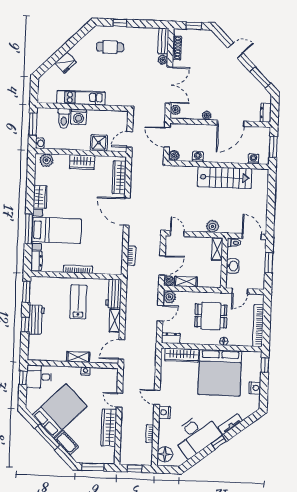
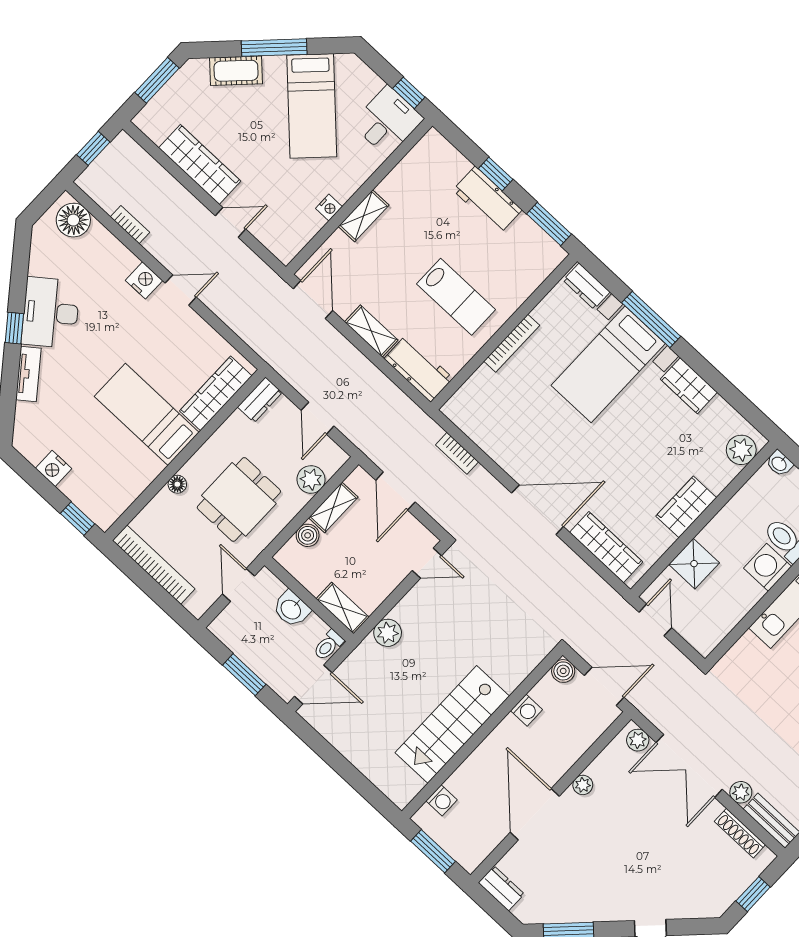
boiler: (169, 281) -> (308, 535), moved
plant: (169, 297) -> (311, 479), moved
bed: (220, 373) -> (147, 414), width x0.49
bed: (60, 411) -> (312, 106), width x0.67
desk: (196, 435) -> (51, 313), width x0.73, depth x0.77

